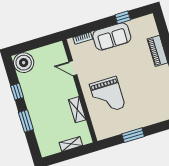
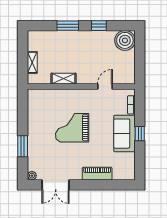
window: (123, 17) -> (140, 134), moved
grand piano: (107, 96) -> (72, 128), moved
window: (133, 135) -> (23, 146), moved

